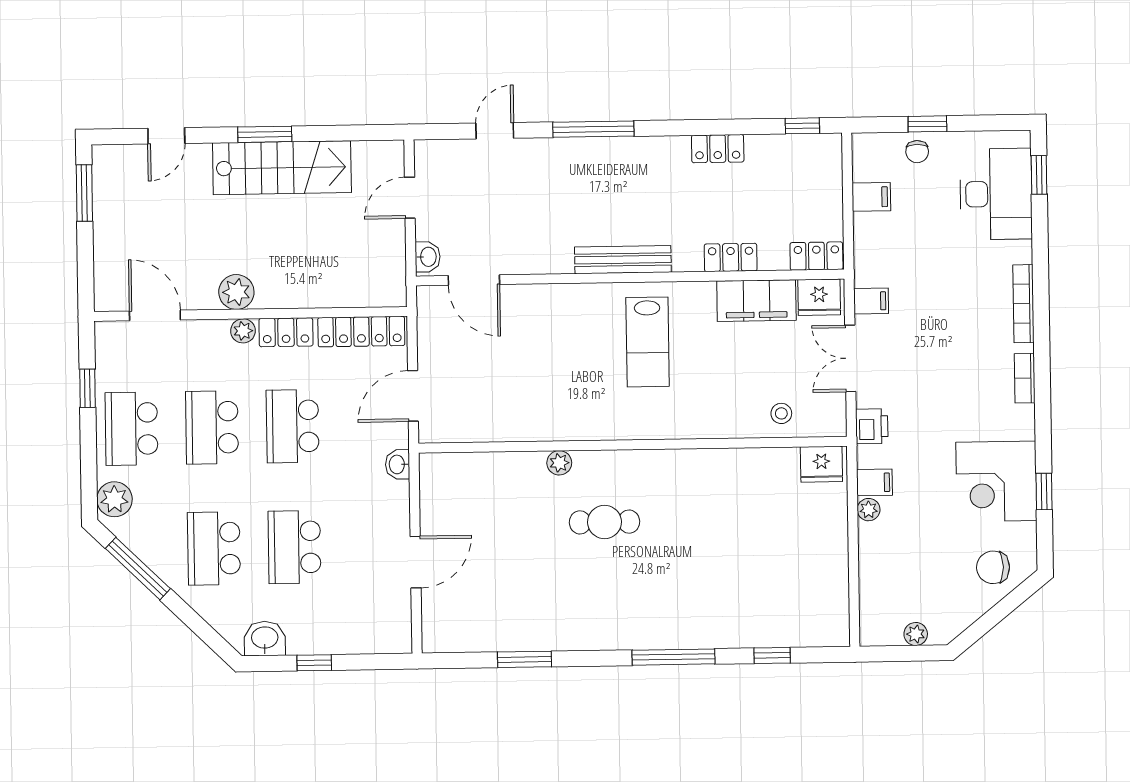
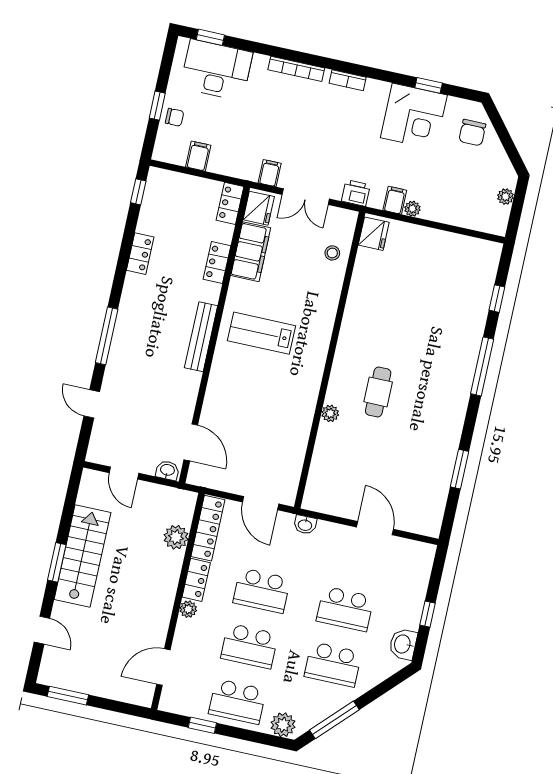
door: (474, 280) -> (191, 442), hinge flipped
plant: (236, 292) -> (176, 537), moved
lab bench: (648, 342) -> (261, 333), turned 180

